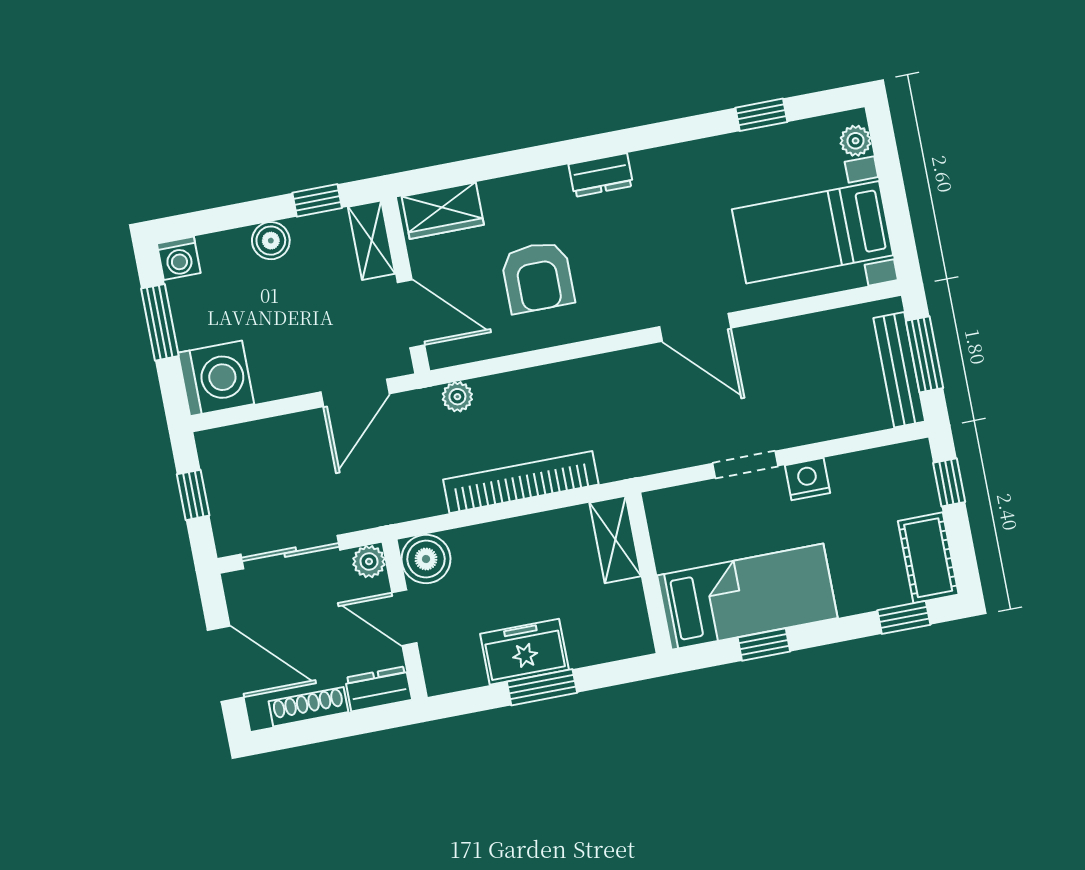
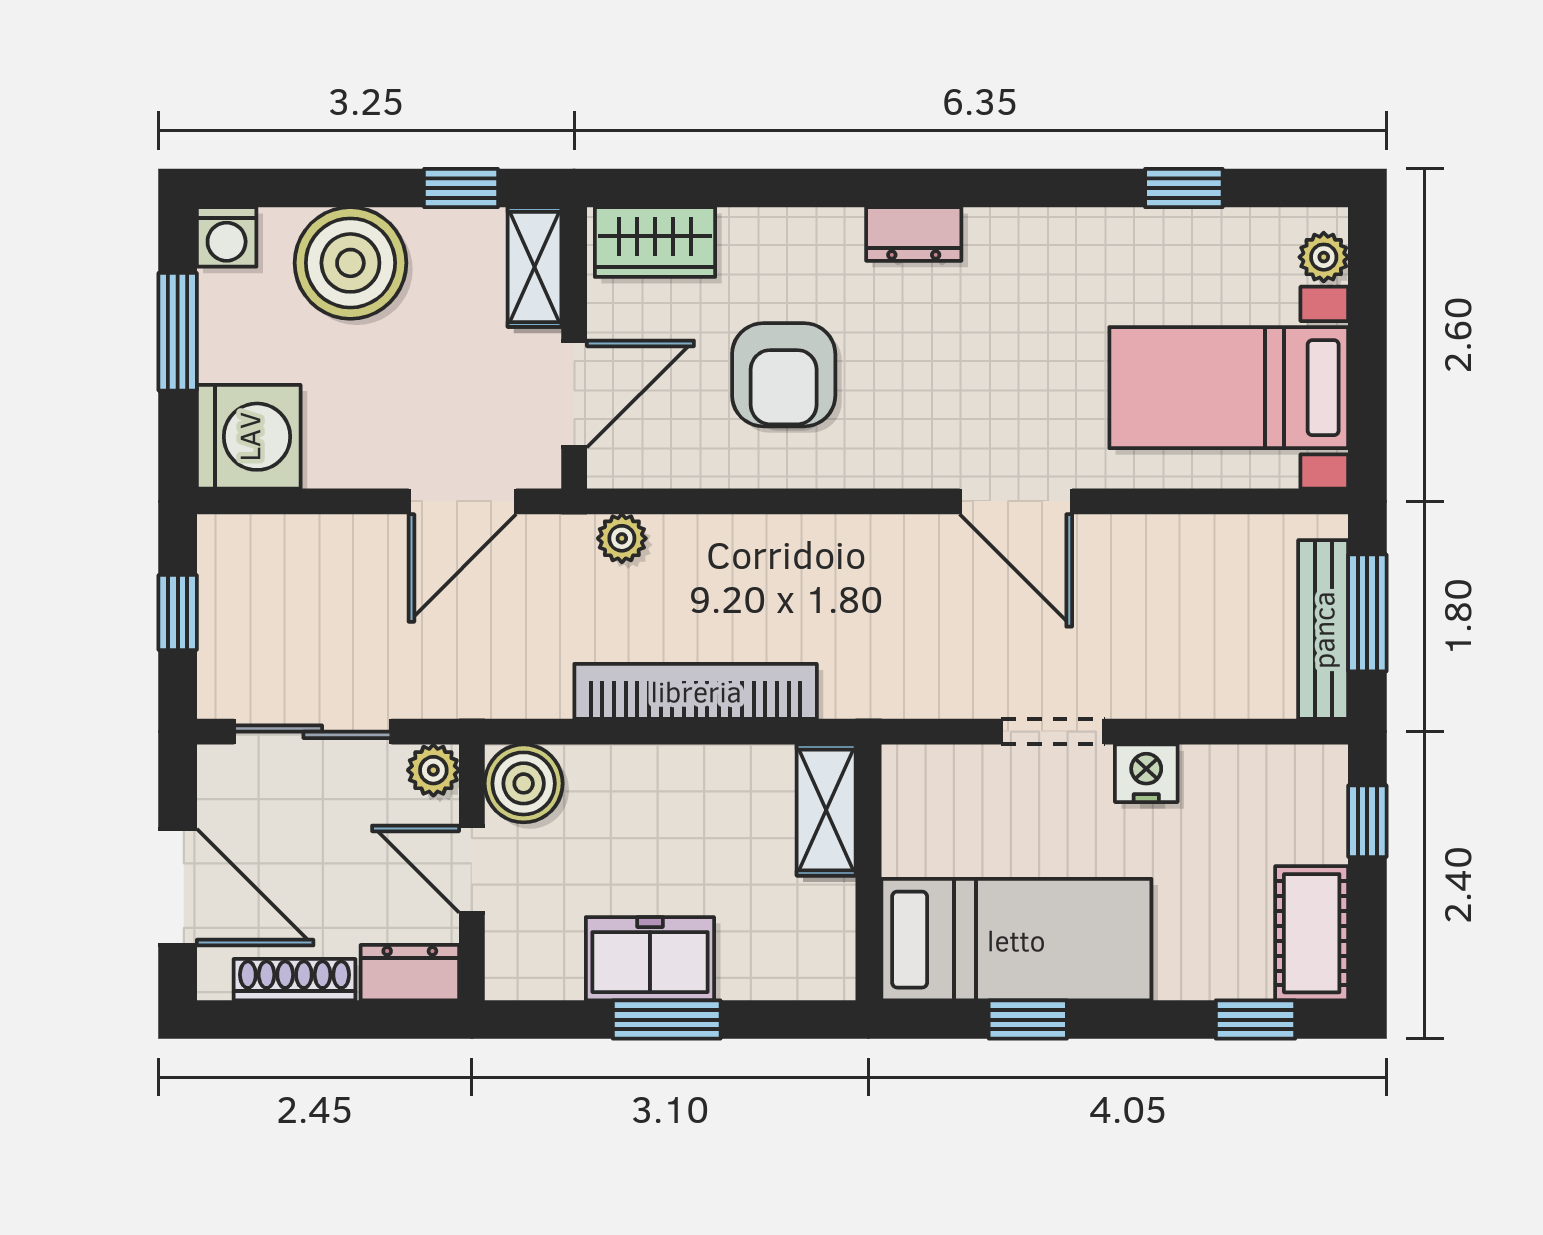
boiler: (271, 241) -> (350, 263), width x1.86, depth x1.86
door: (411, 314) -> (574, 394), hinge flipped

